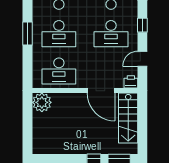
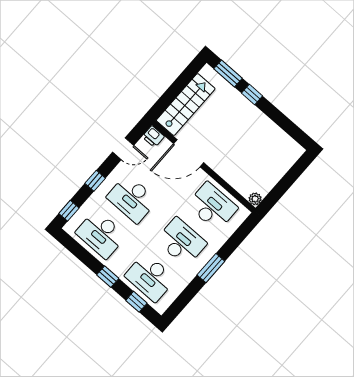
desk: (111, 34) -> (132, 199), turned 180
door: (101, 91) -> (189, 153), swing flipped
plant: (42, 102) -> (255, 199), width x0.53, depth x0.53

